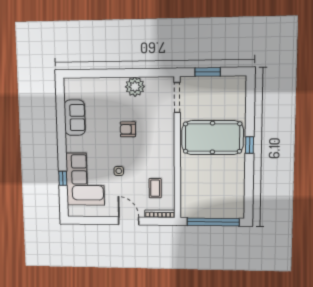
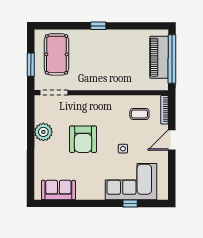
sofa: (75, 118) -> (58, 190), moved
armchair: (128, 129) -> (83, 139), width x1.88, depth x1.88
pool table: (212, 138) -> (56, 54), moved, width x0.73, depth x0.76
piano: (215, 209) -> (159, 57), added

